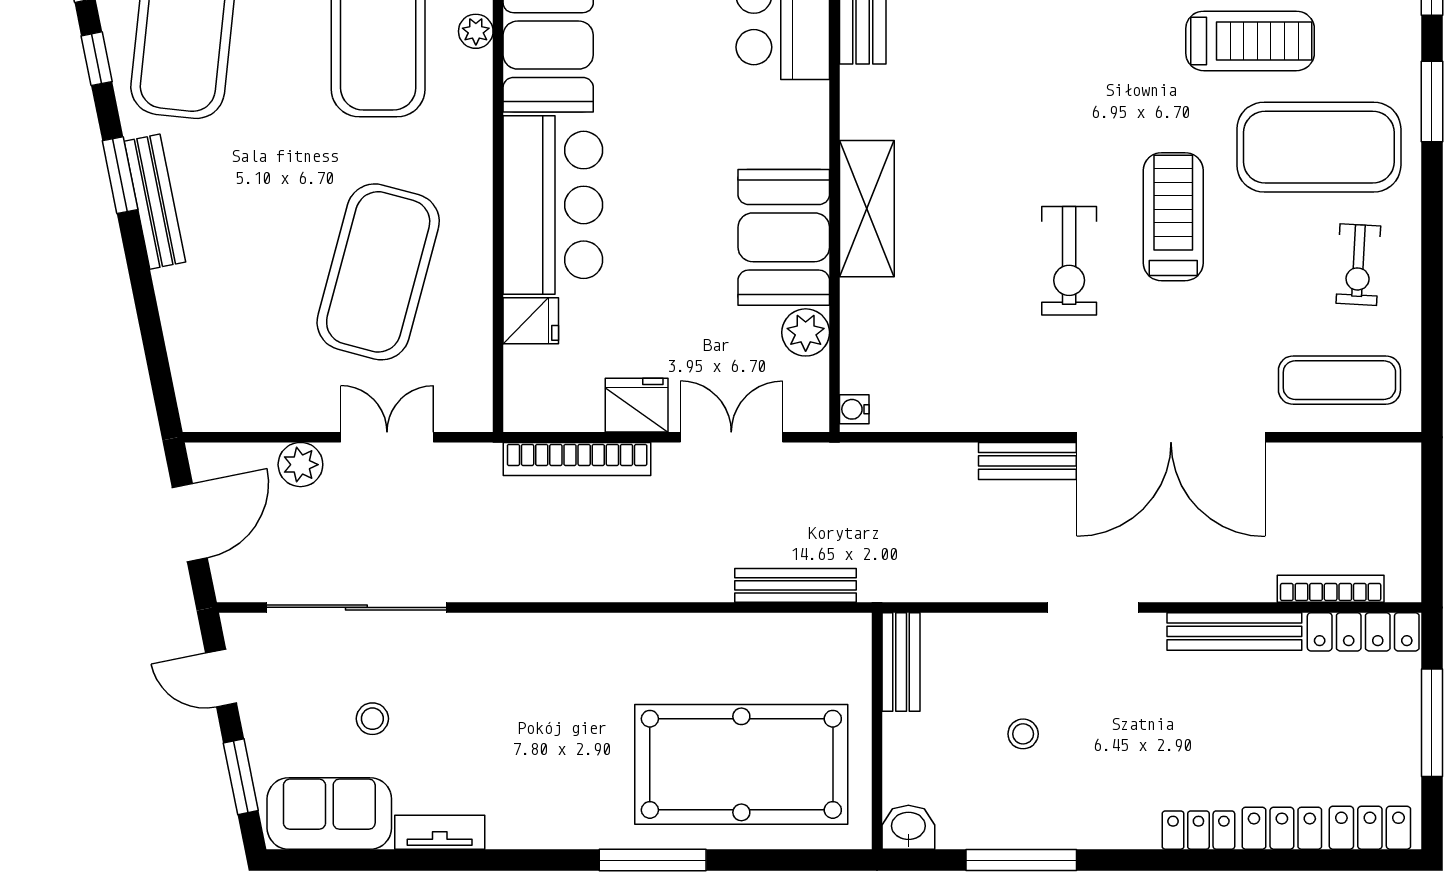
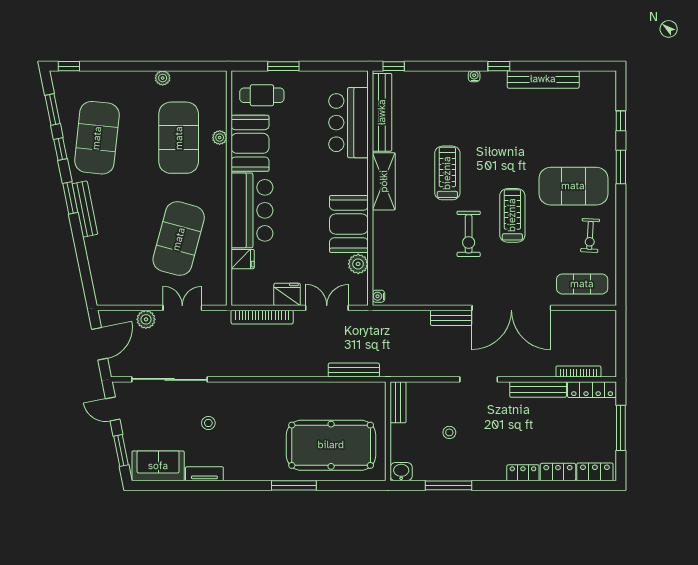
treadmill: (1250, 41) -> (447, 173), moved, turned -90
shelving: (867, 209) -> (384, 181), moved
stool: (372, 719) -> (208, 423), moved

